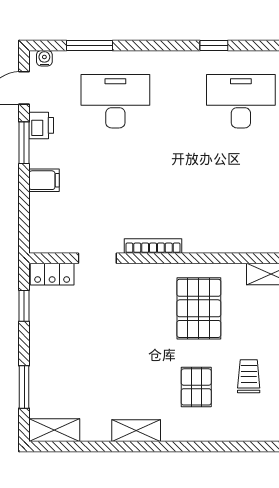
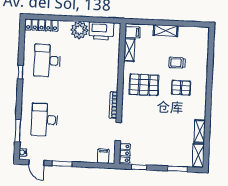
printer: (41, 125) -> (54, 155), removed
filing cabinet: (44, 180) -> (103, 156), moved
shelving: (136, 431) -> (200, 131), moved

